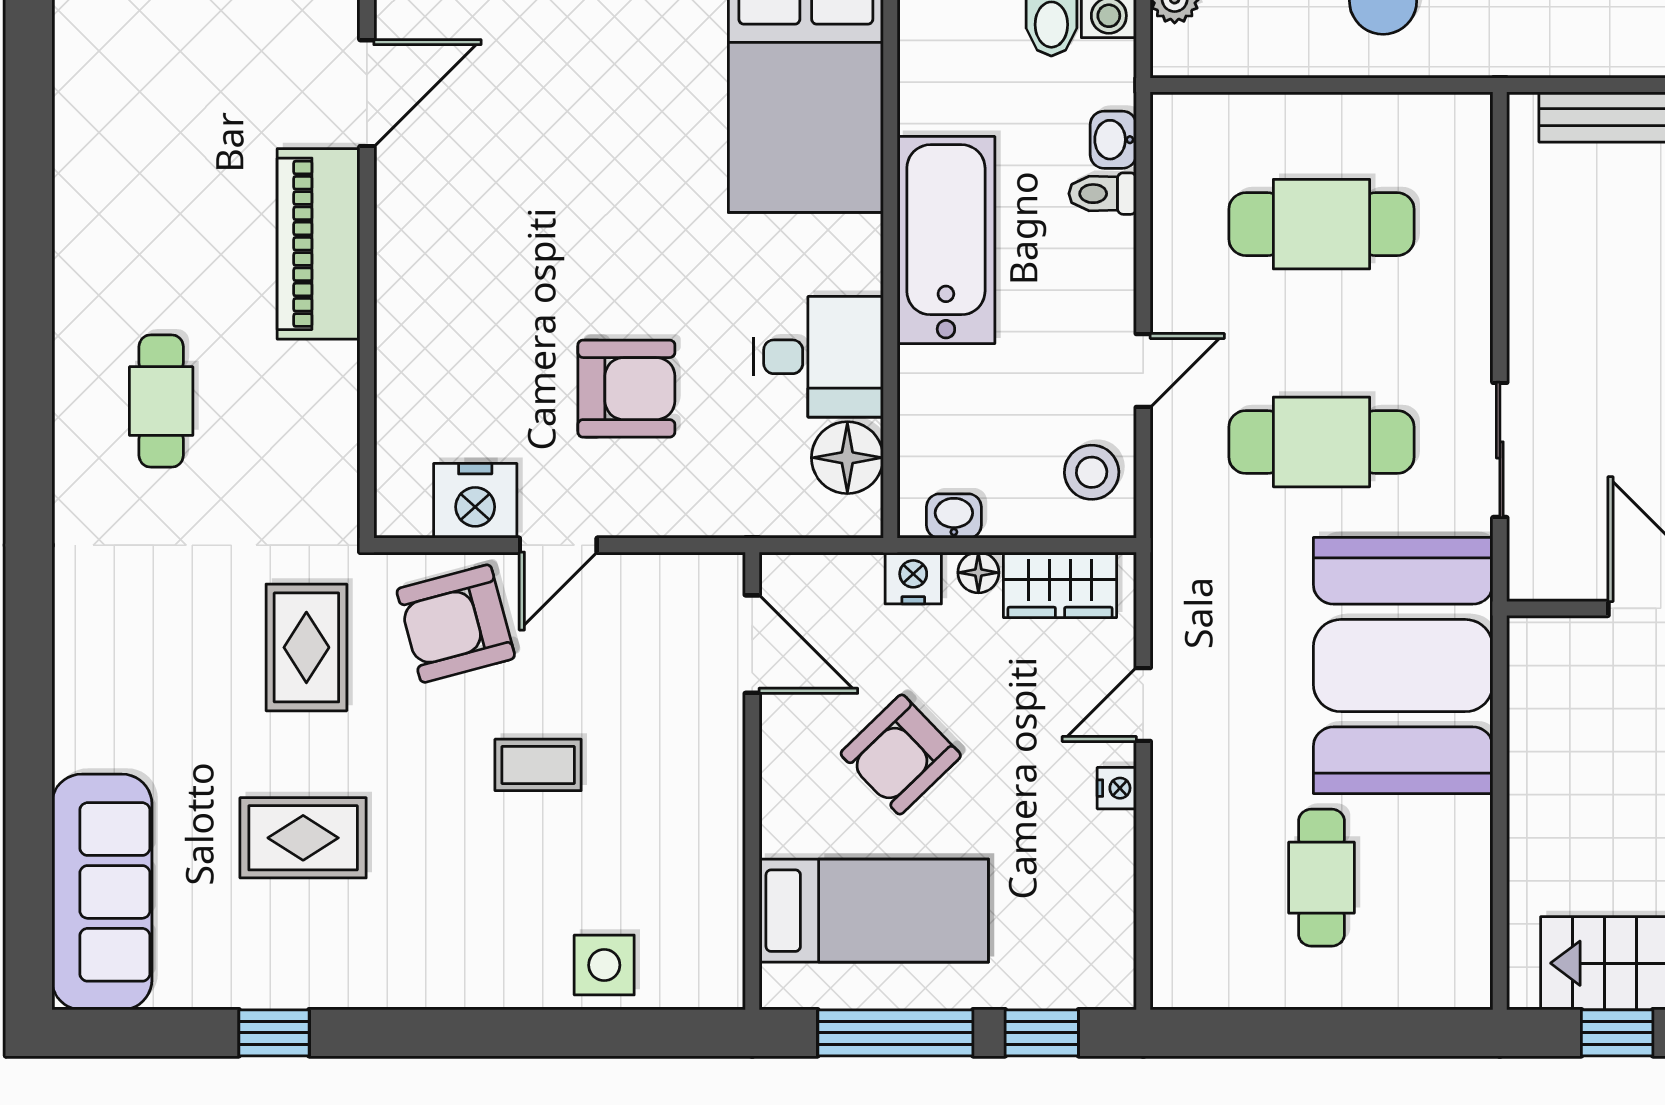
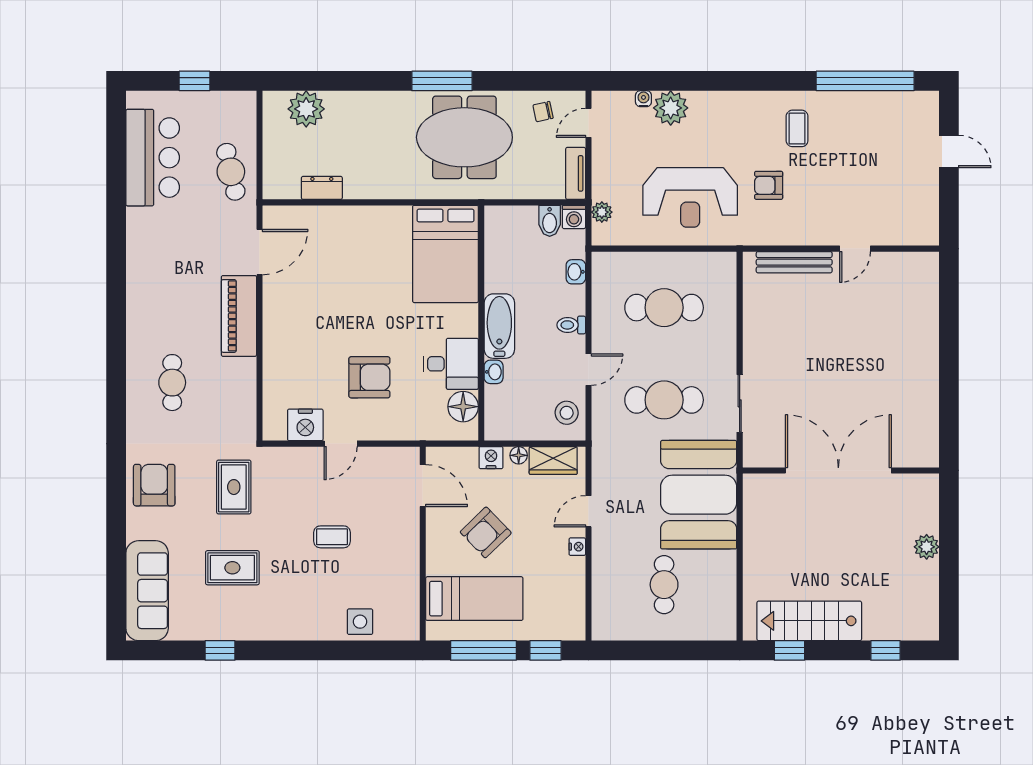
toilet: (1103, 194) -> (571, 325), moved
bathtub: (946, 240) -> (499, 326), width x0.73, depth x0.73
washbasin: (954, 516) -> (494, 372), moved, turned 90
armchair: (456, 624) -> (154, 485), moved, turned 105

